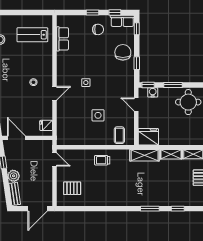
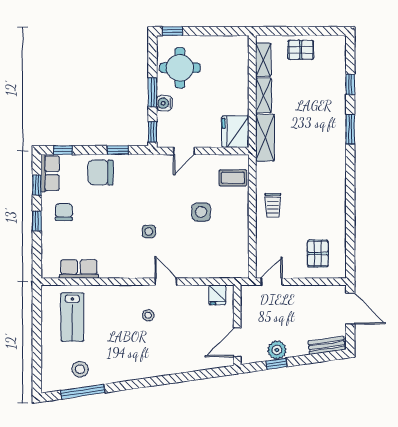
water cooler: (153, 92) -> (164, 103), moved
plant: (14, 176) -> (277, 350), moved

